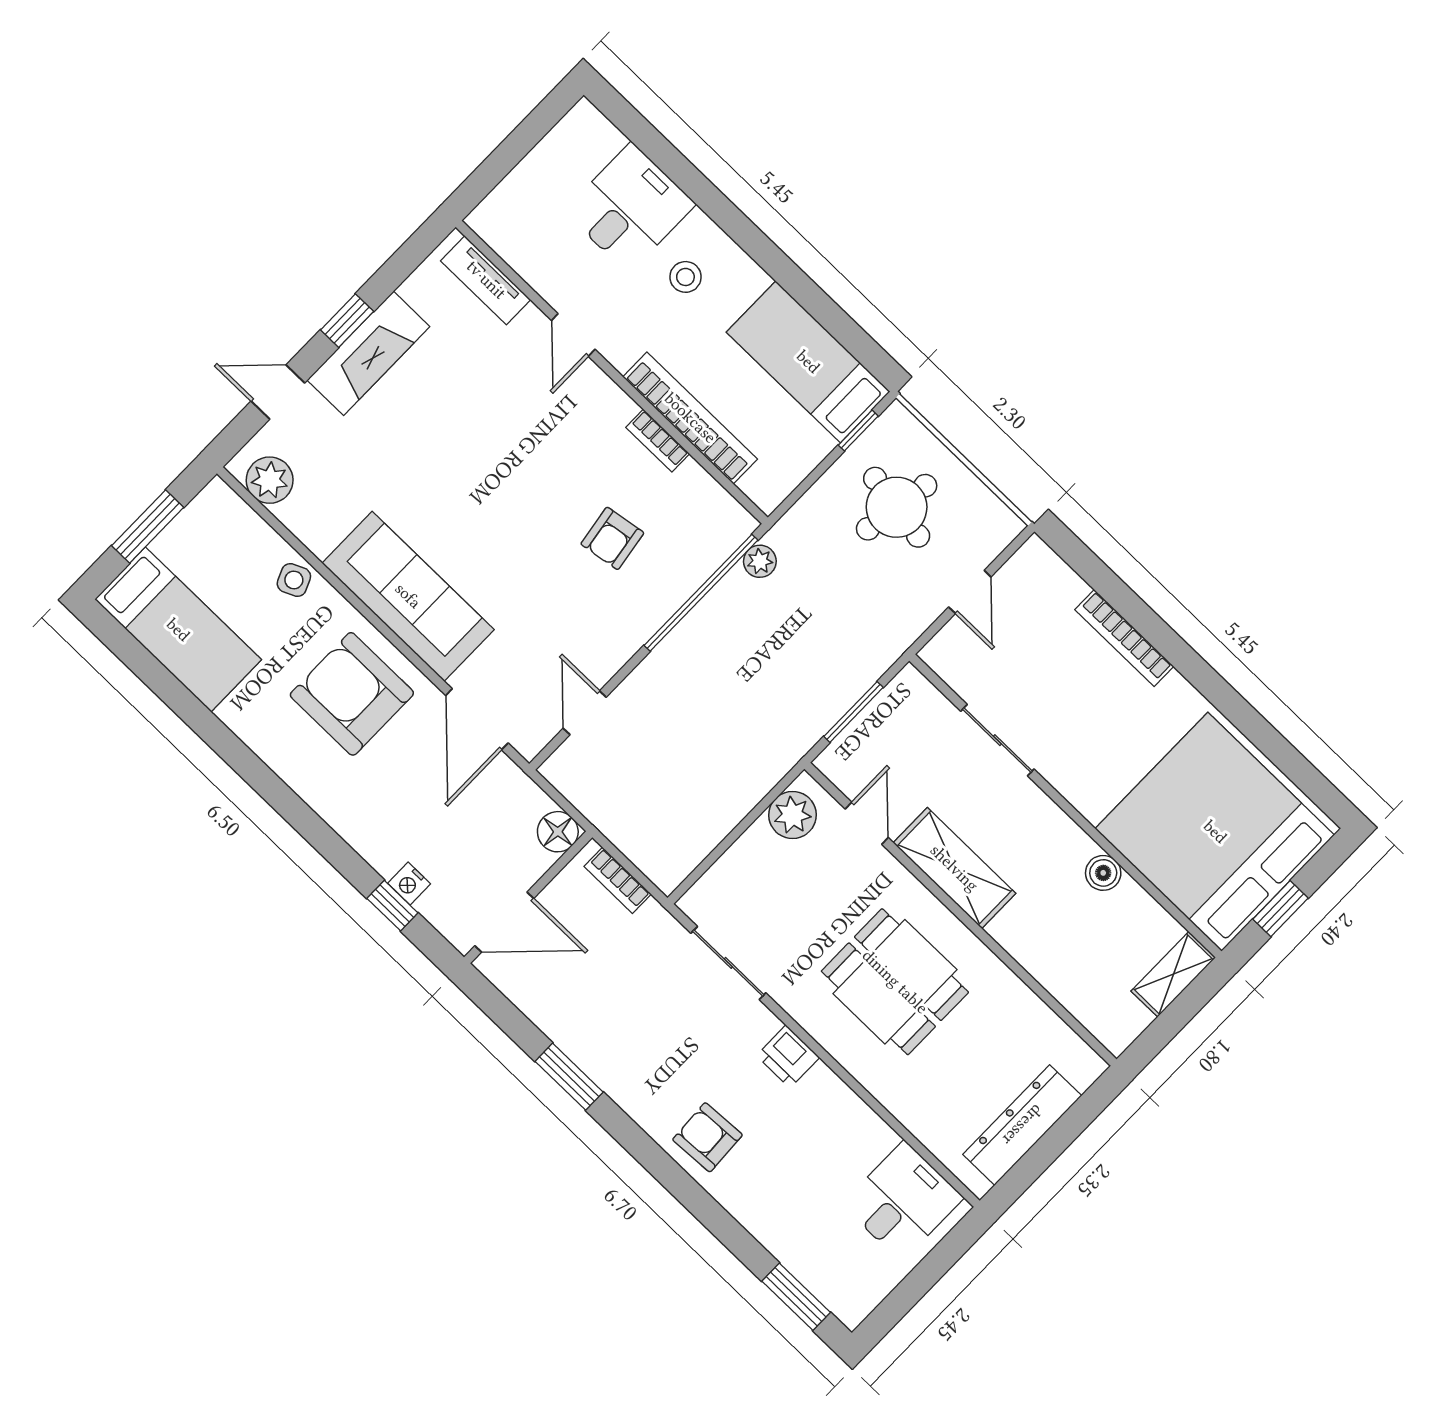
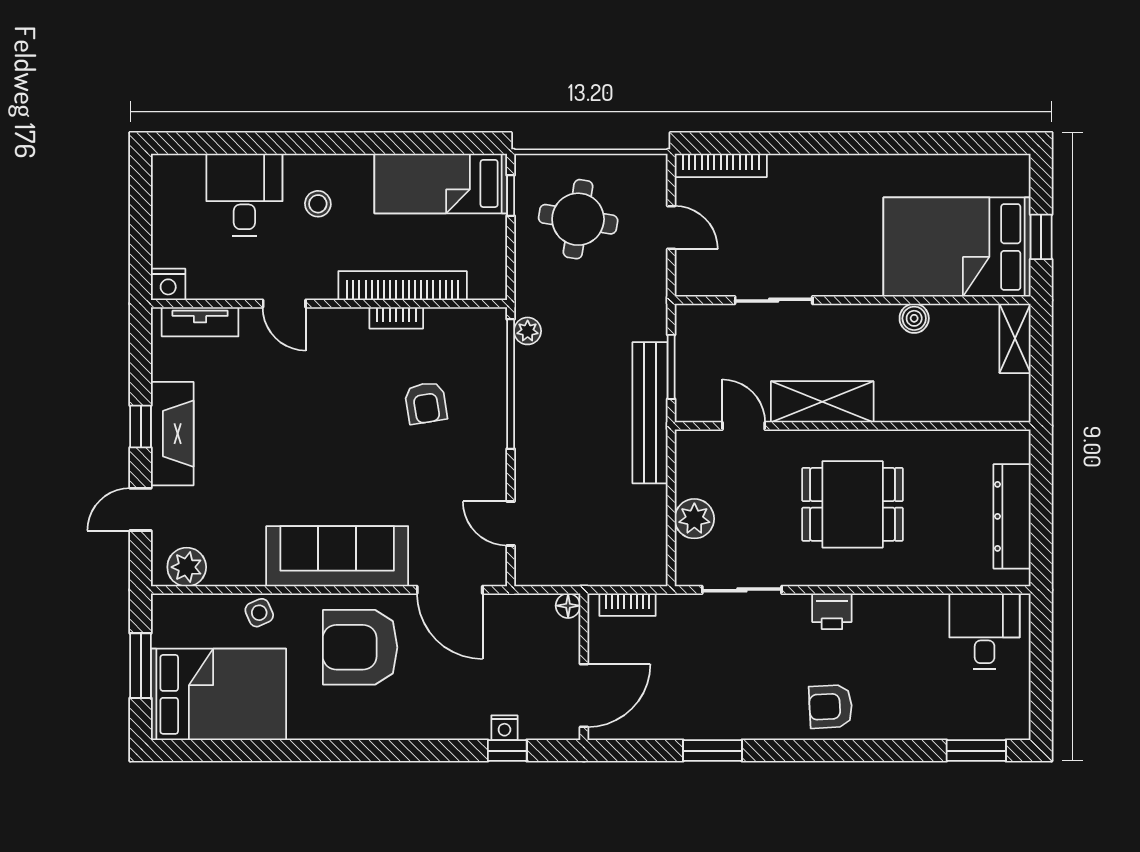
nightstand: (489, 221) -> (168, 284), added
bed: (178, 630) -> (219, 694), width x1.50
bookcase: (1124, 638) -> (721, 165), moved
bench: (797, 734) -> (650, 413), added
plant: (792, 815) -> (694, 519), moved
floor lamp: (558, 832) -> (568, 606), width x0.73, depth x0.73
bed: (1215, 832) -> (957, 247), width x0.73

